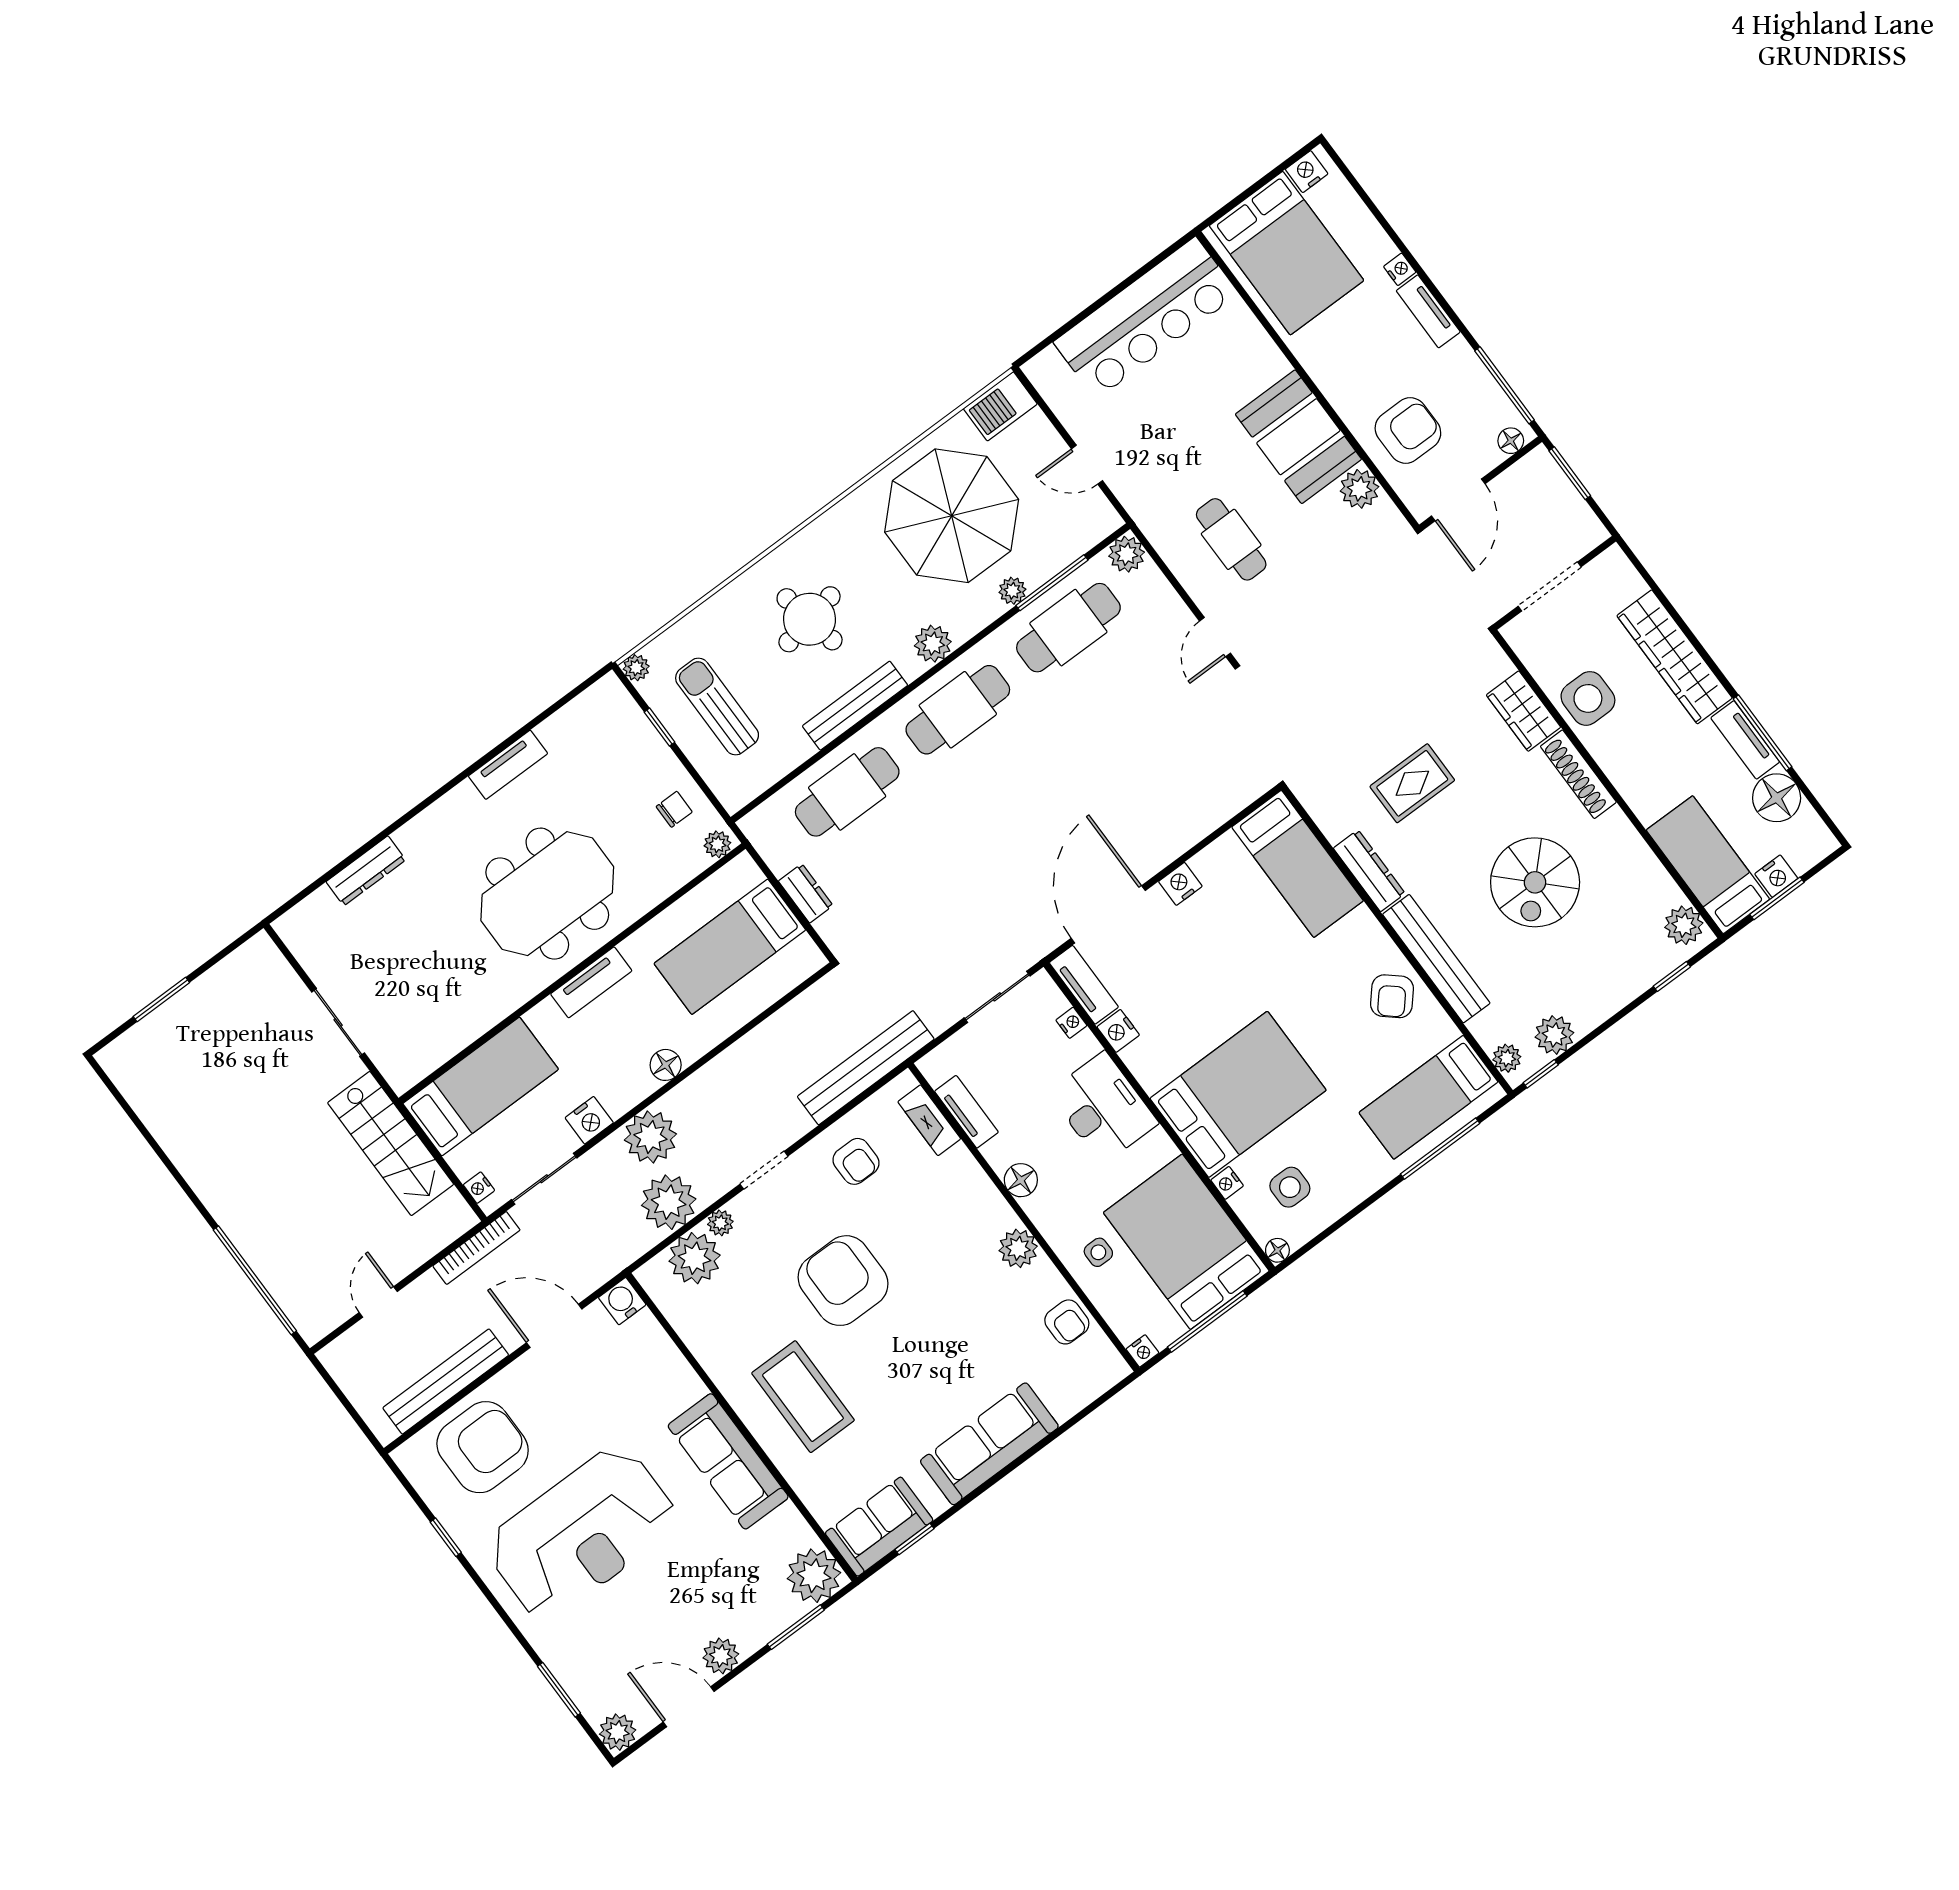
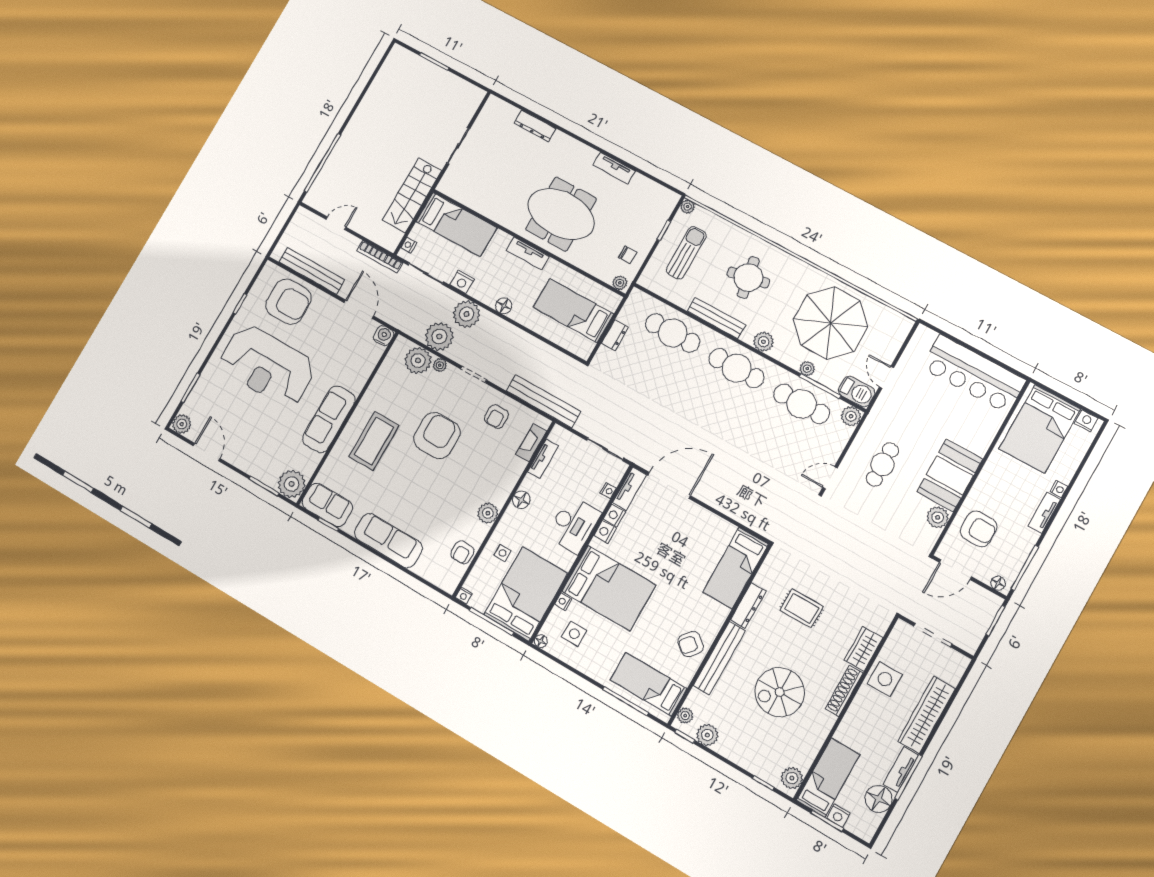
barbecue: (1000, 406) -> (857, 392), moved, turned 180
nightstand: (1180, 884) -> (605, 532), moved, turned -90
plant: (721, 1656) -> (236, 457), removed

